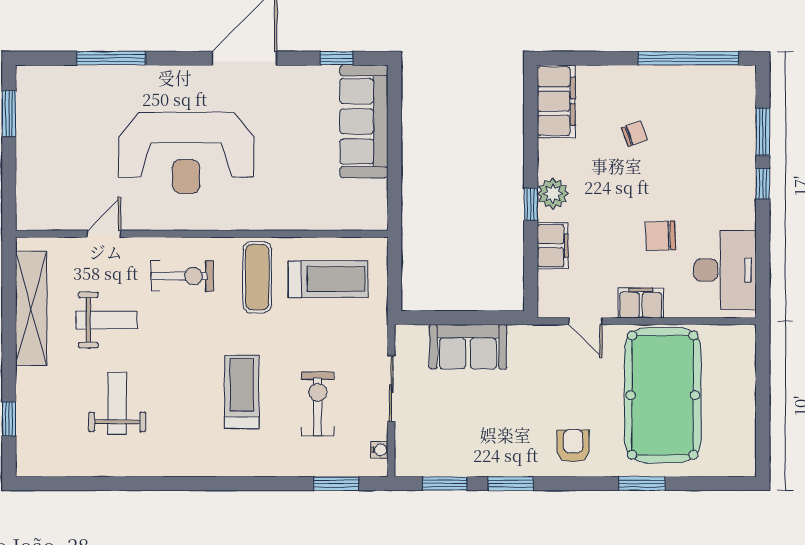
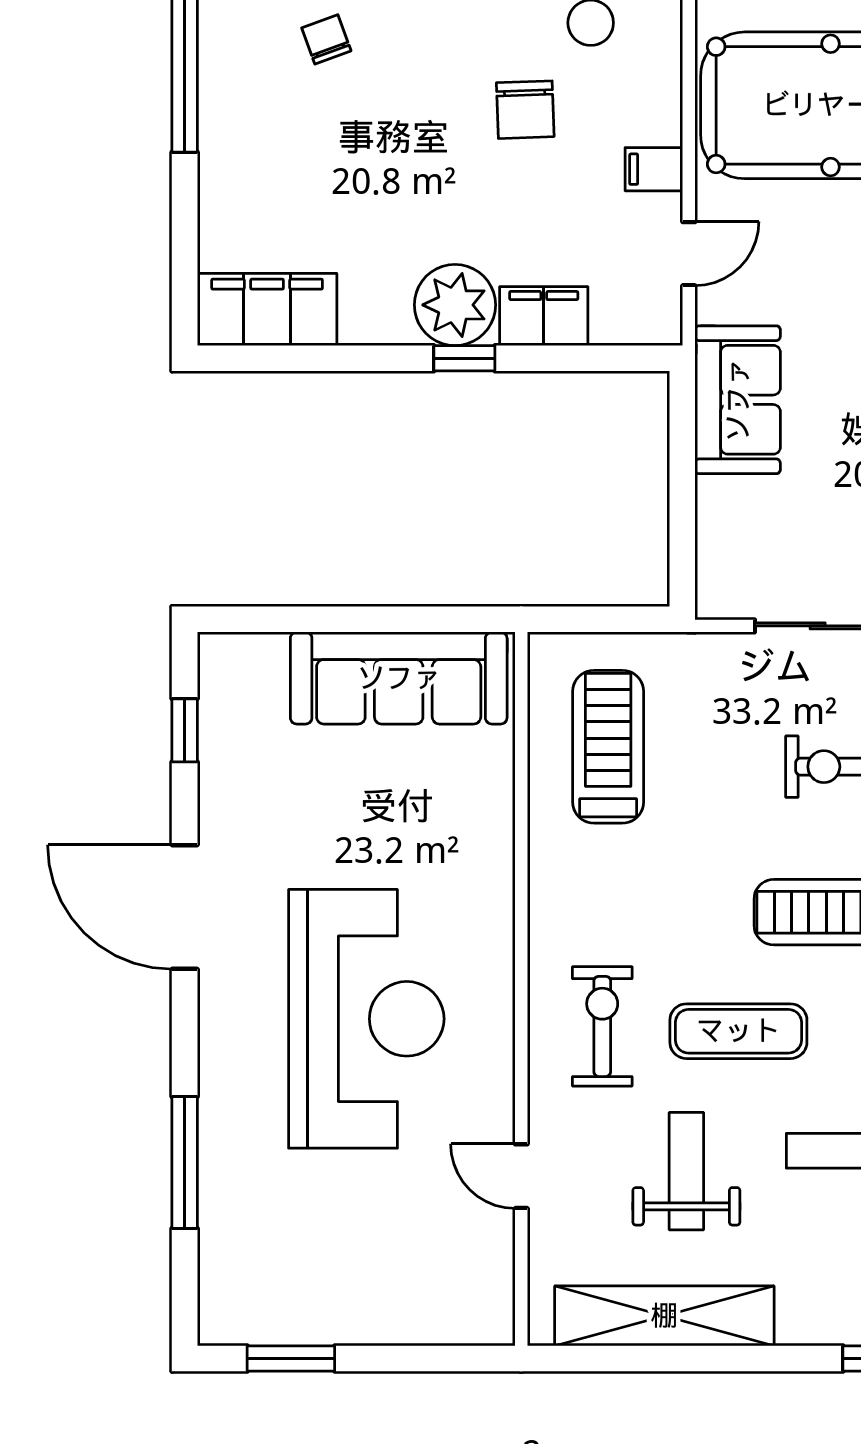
sofa: (364, 121) -> (399, 678), moved
chair: (635, 134) -> (326, 39), moved
plant: (553, 194) -> (455, 305), width x1.36, depth x1.36
exercise mat: (257, 277) -> (738, 1031), moved
filing cabinet: (641, 303) -> (654, 169), width x0.50
sofa: (468, 347) -> (738, 400), moved

